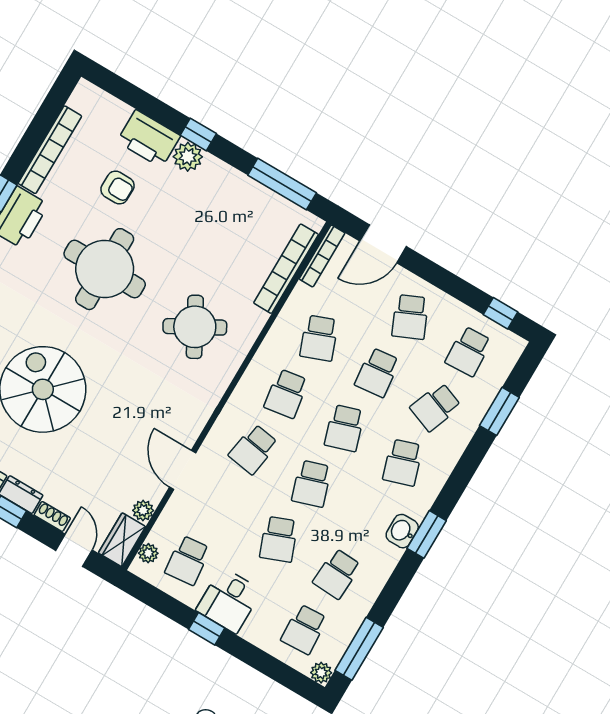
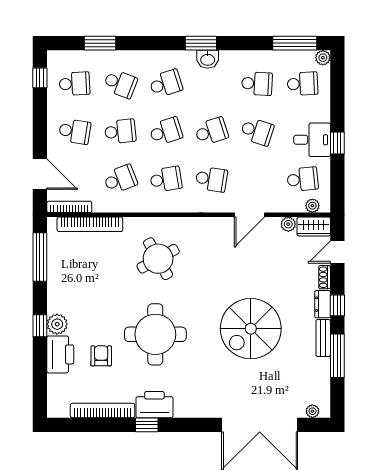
school desk: (410, 317) -> (75, 131), turned 33
school desk: (279, 539) -> (257, 131), turned 39

